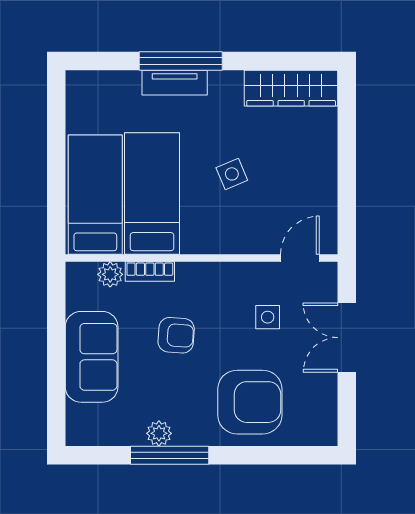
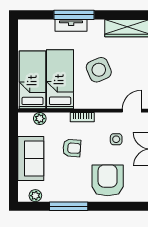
side table: (232, 174) -> (99, 70), width x1.87, depth x1.87
bookcase: (150, 272) -> (82, 117), moved
armchair: (250, 402) -> (108, 180), turned -90
plant: (159, 433) -> (35, 196), moved

